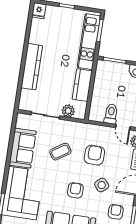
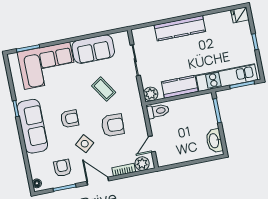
plant: (68, 111) -> (151, 94), moved
toilet: (111, 114) -> (158, 111), moved
armchair: (116, 212) -> (62, 168), turned -90

